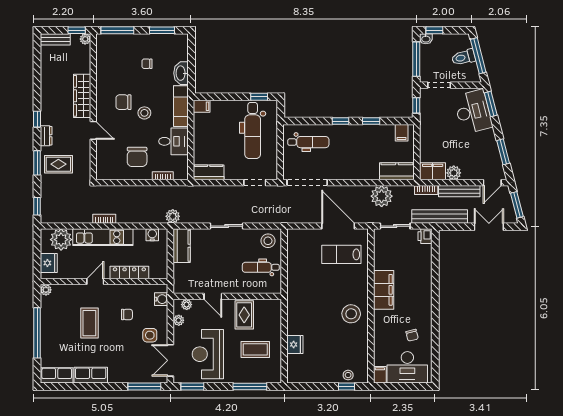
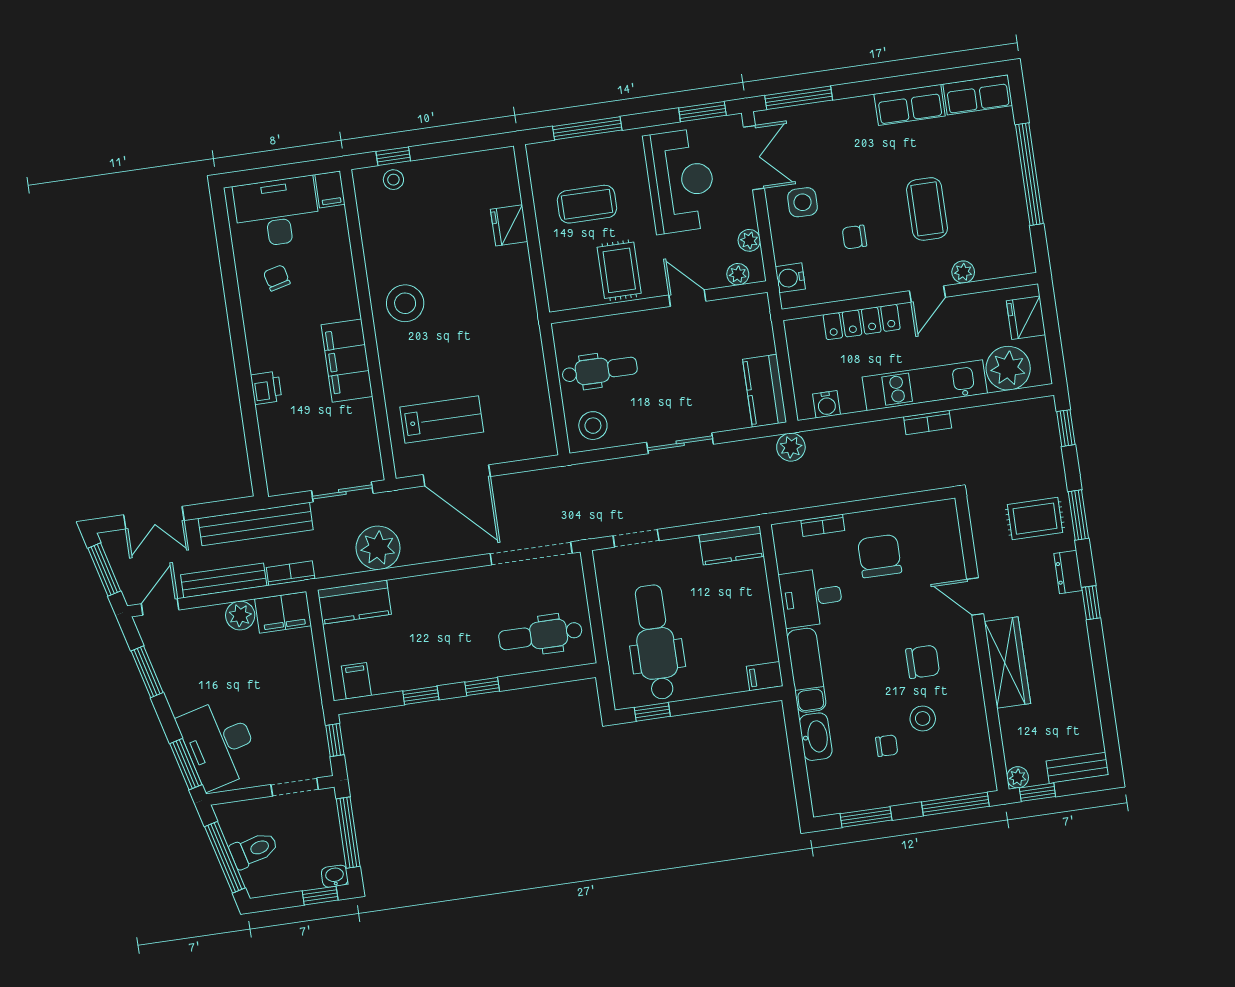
stool: (144, 113) -> (923, 719), moved
printer: (425, 236) -> (266, 388), moved
plant: (46, 290) -> (963, 272), moved

